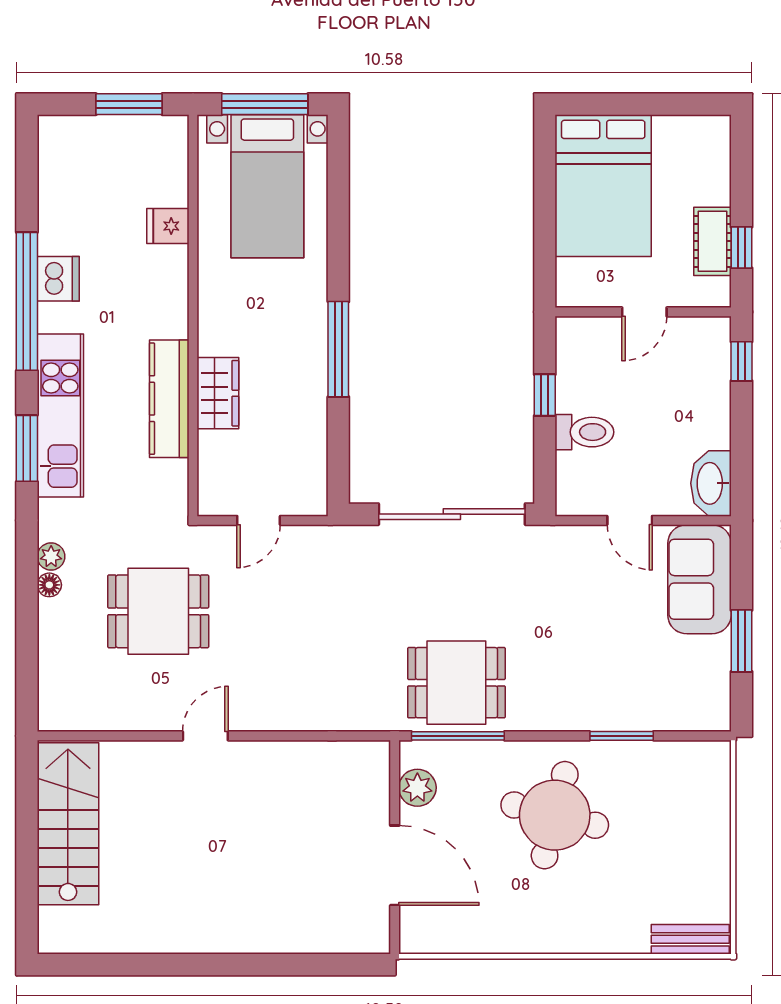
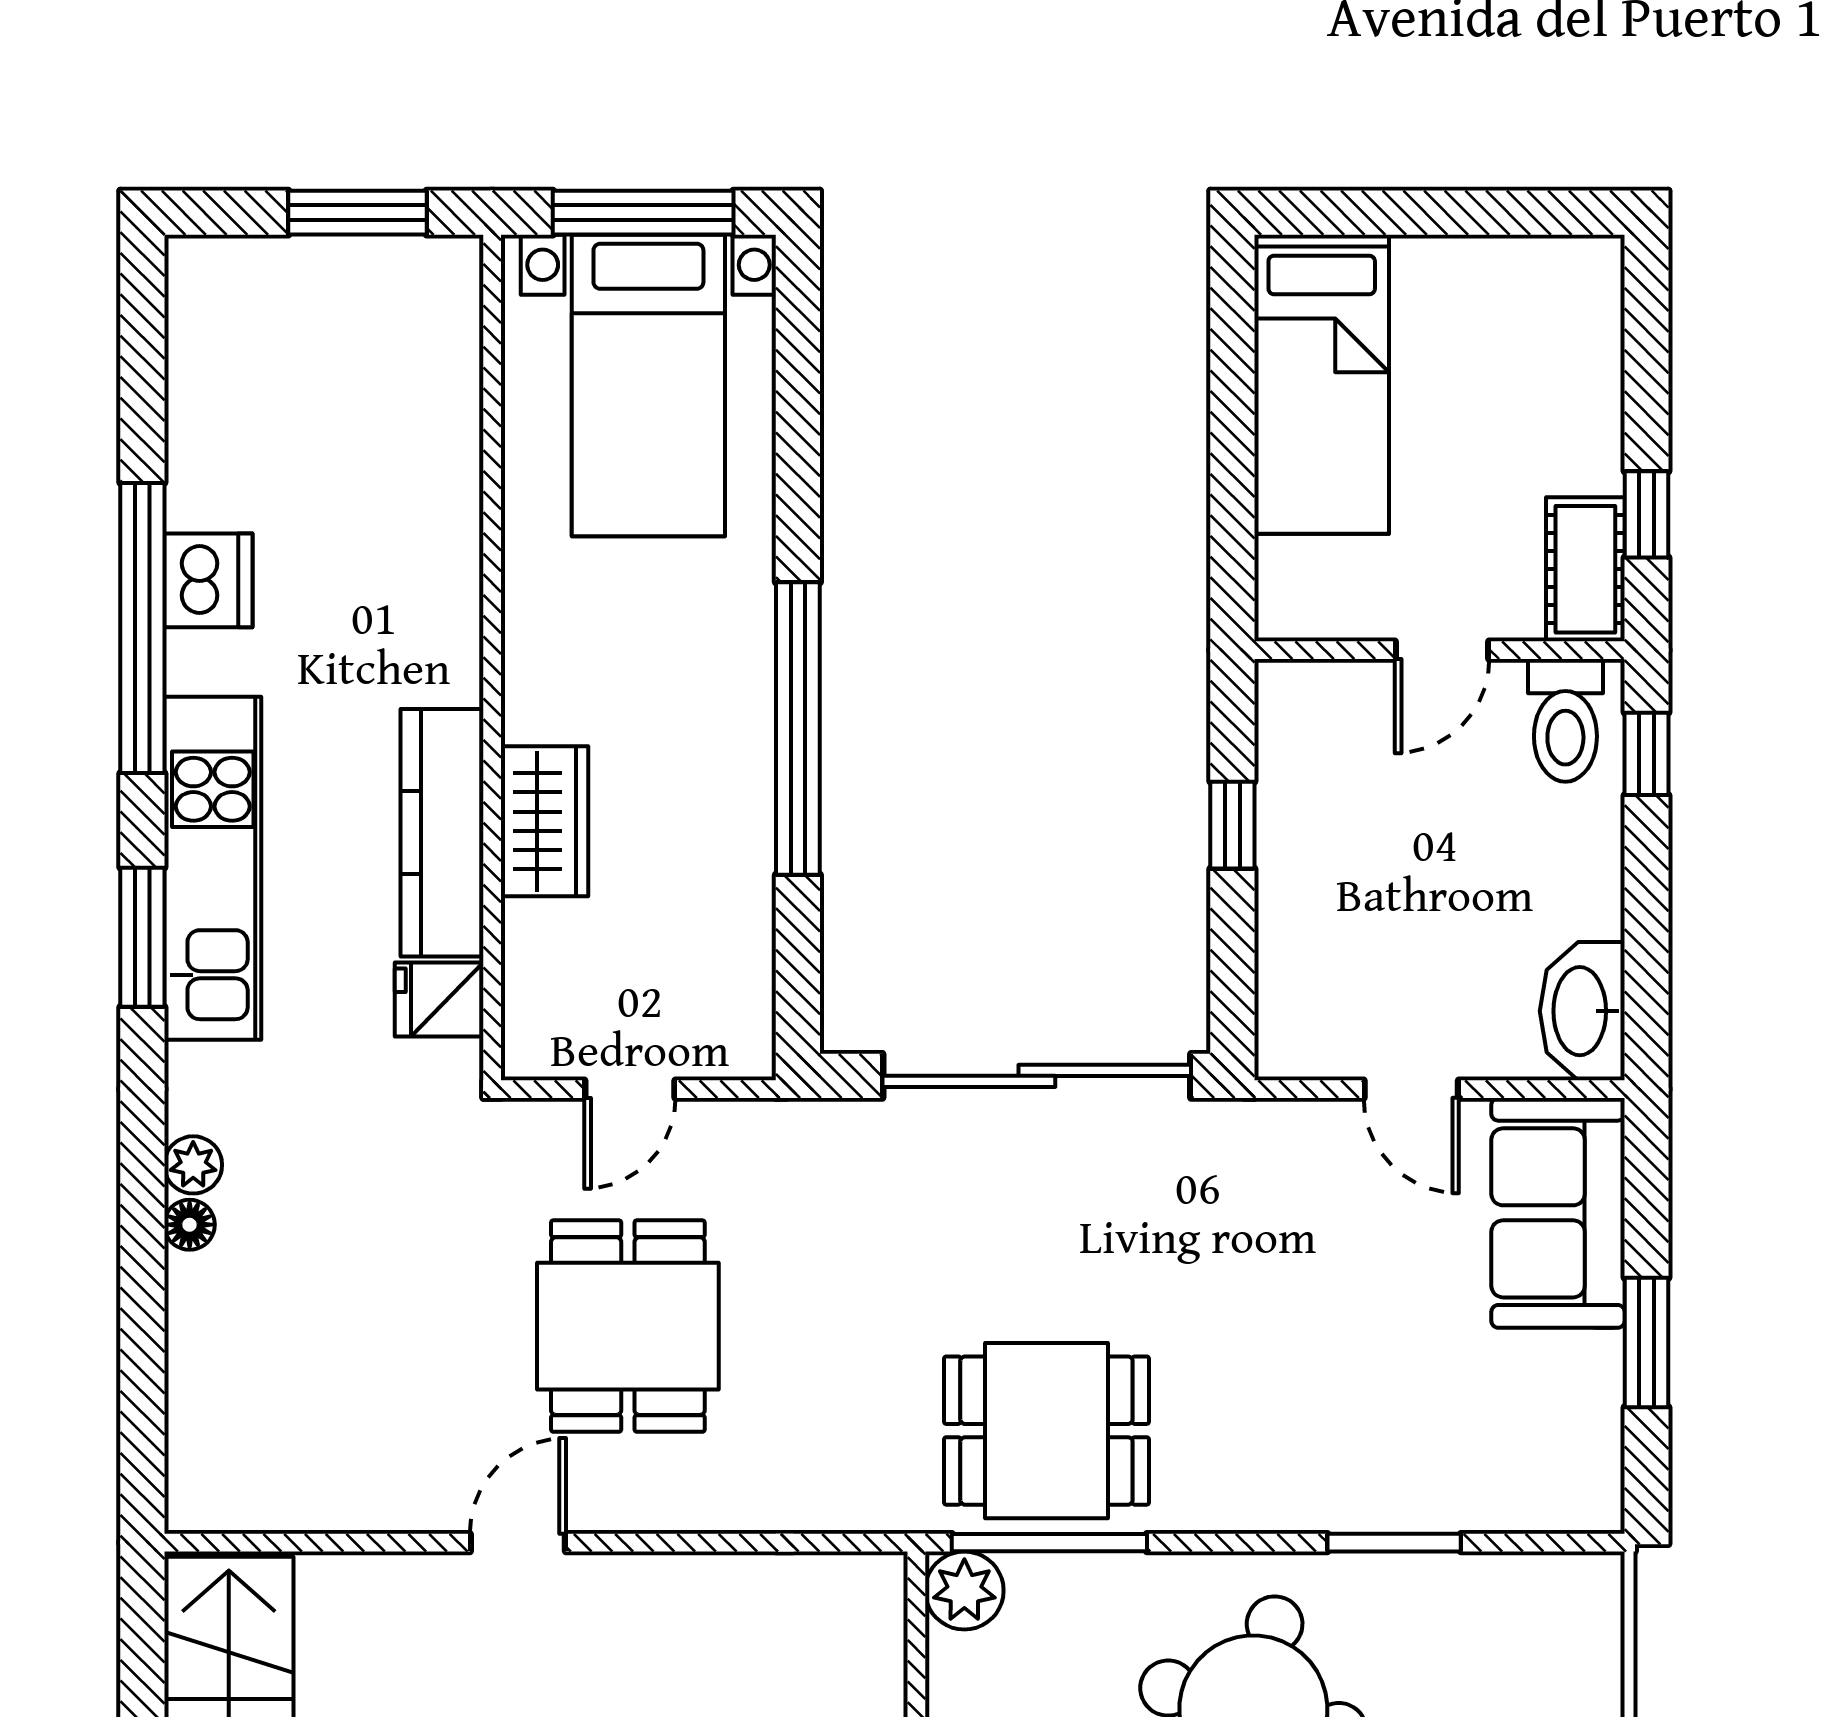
bed: (603, 186) -> (1322, 384), width x0.67
fridge: (168, 226) -> (439, 1000), moved
cot: (712, 241) -> (1585, 569), moved
window: (338, 349) -> (798, 729), width x1.46
toilet: (584, 432) -> (1565, 720), moved, turned 90
dining table: (158, 611) -> (628, 1326), moved, turned 90
plant: (417, 788) -> (964, 1591), moved

